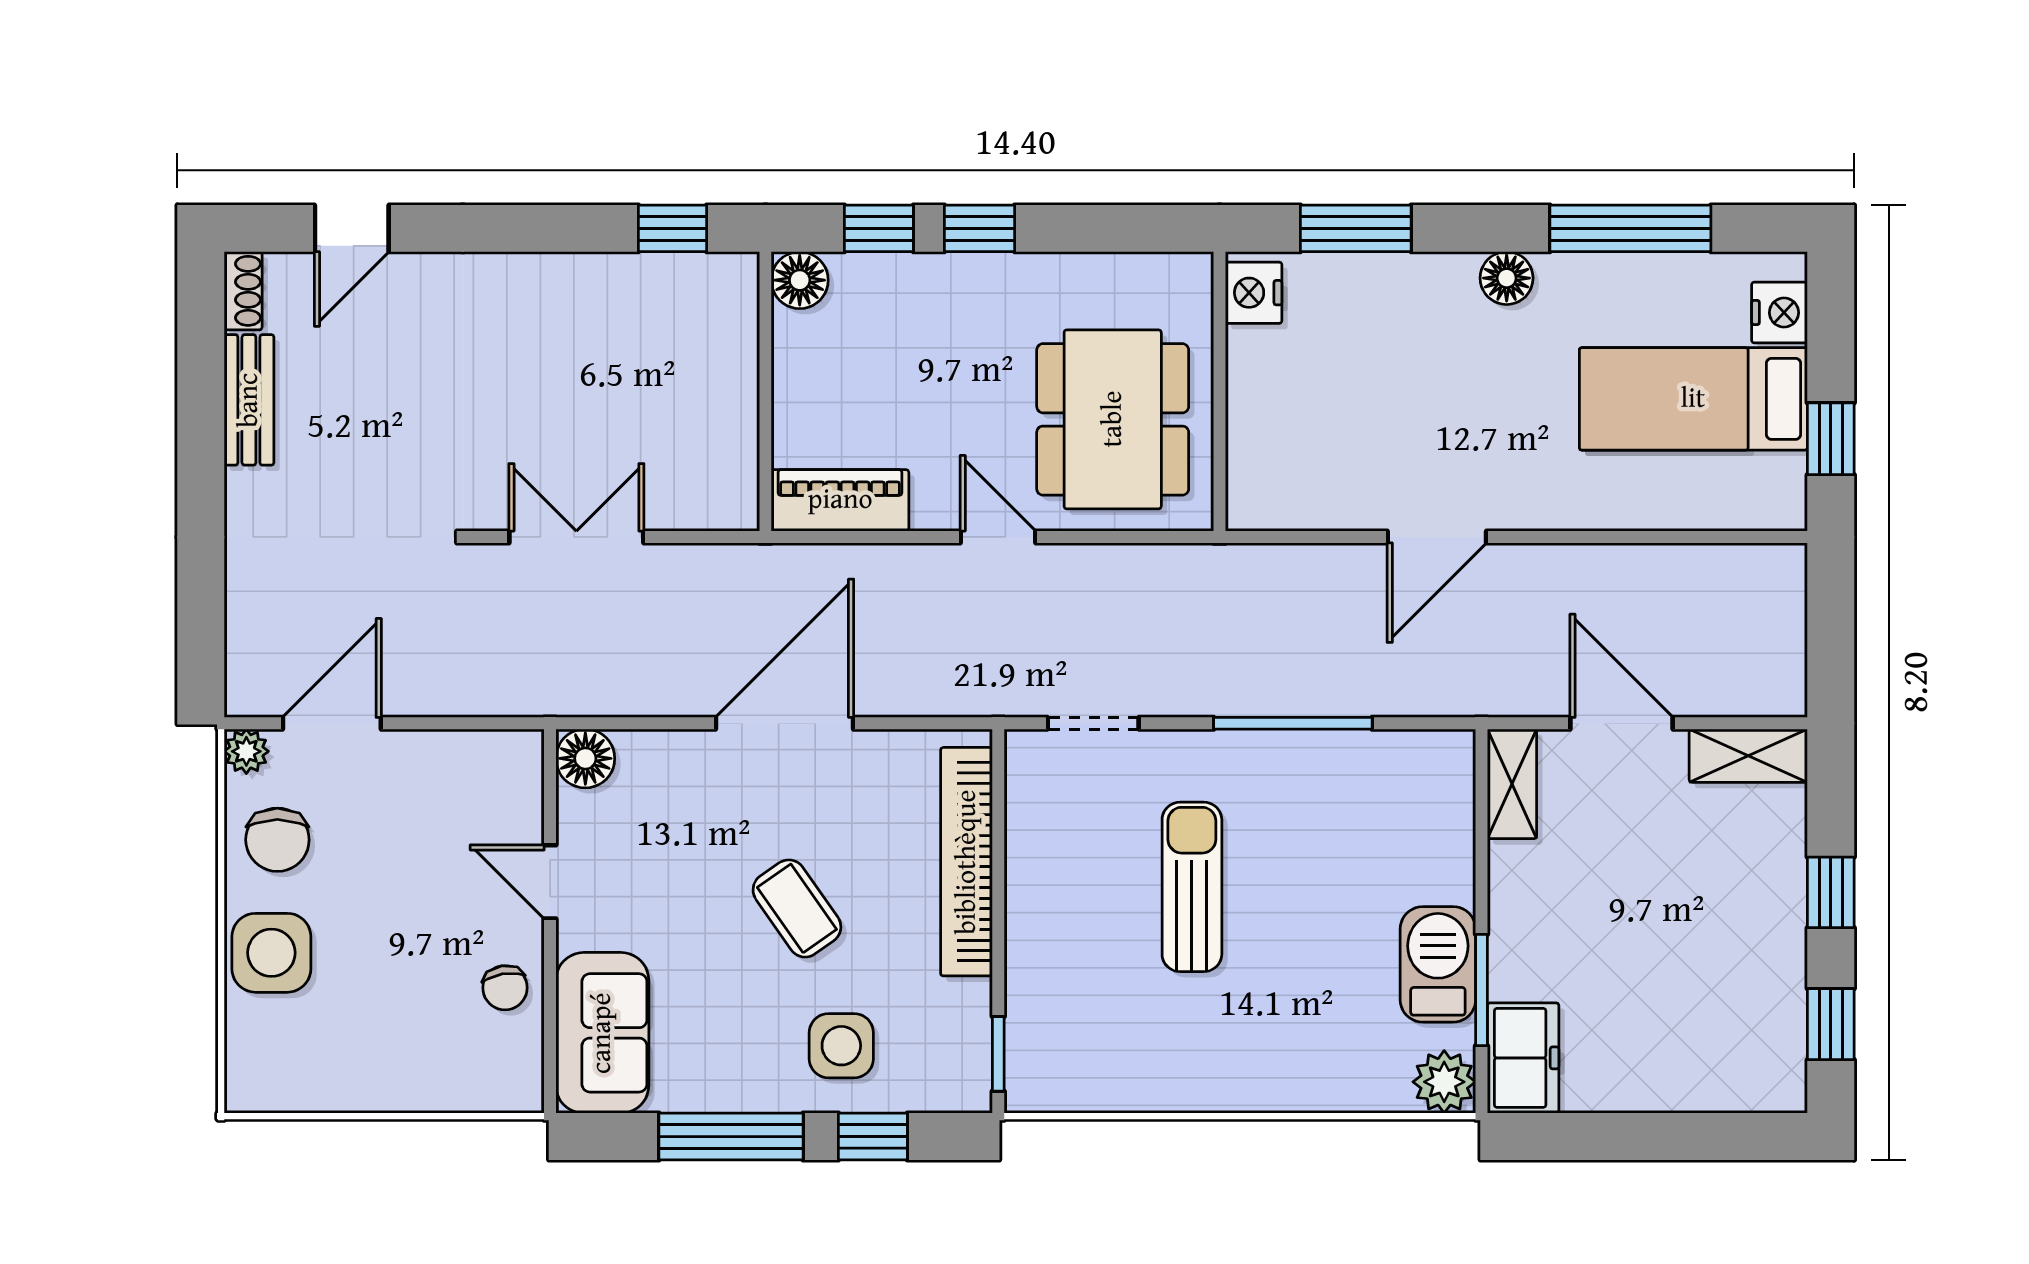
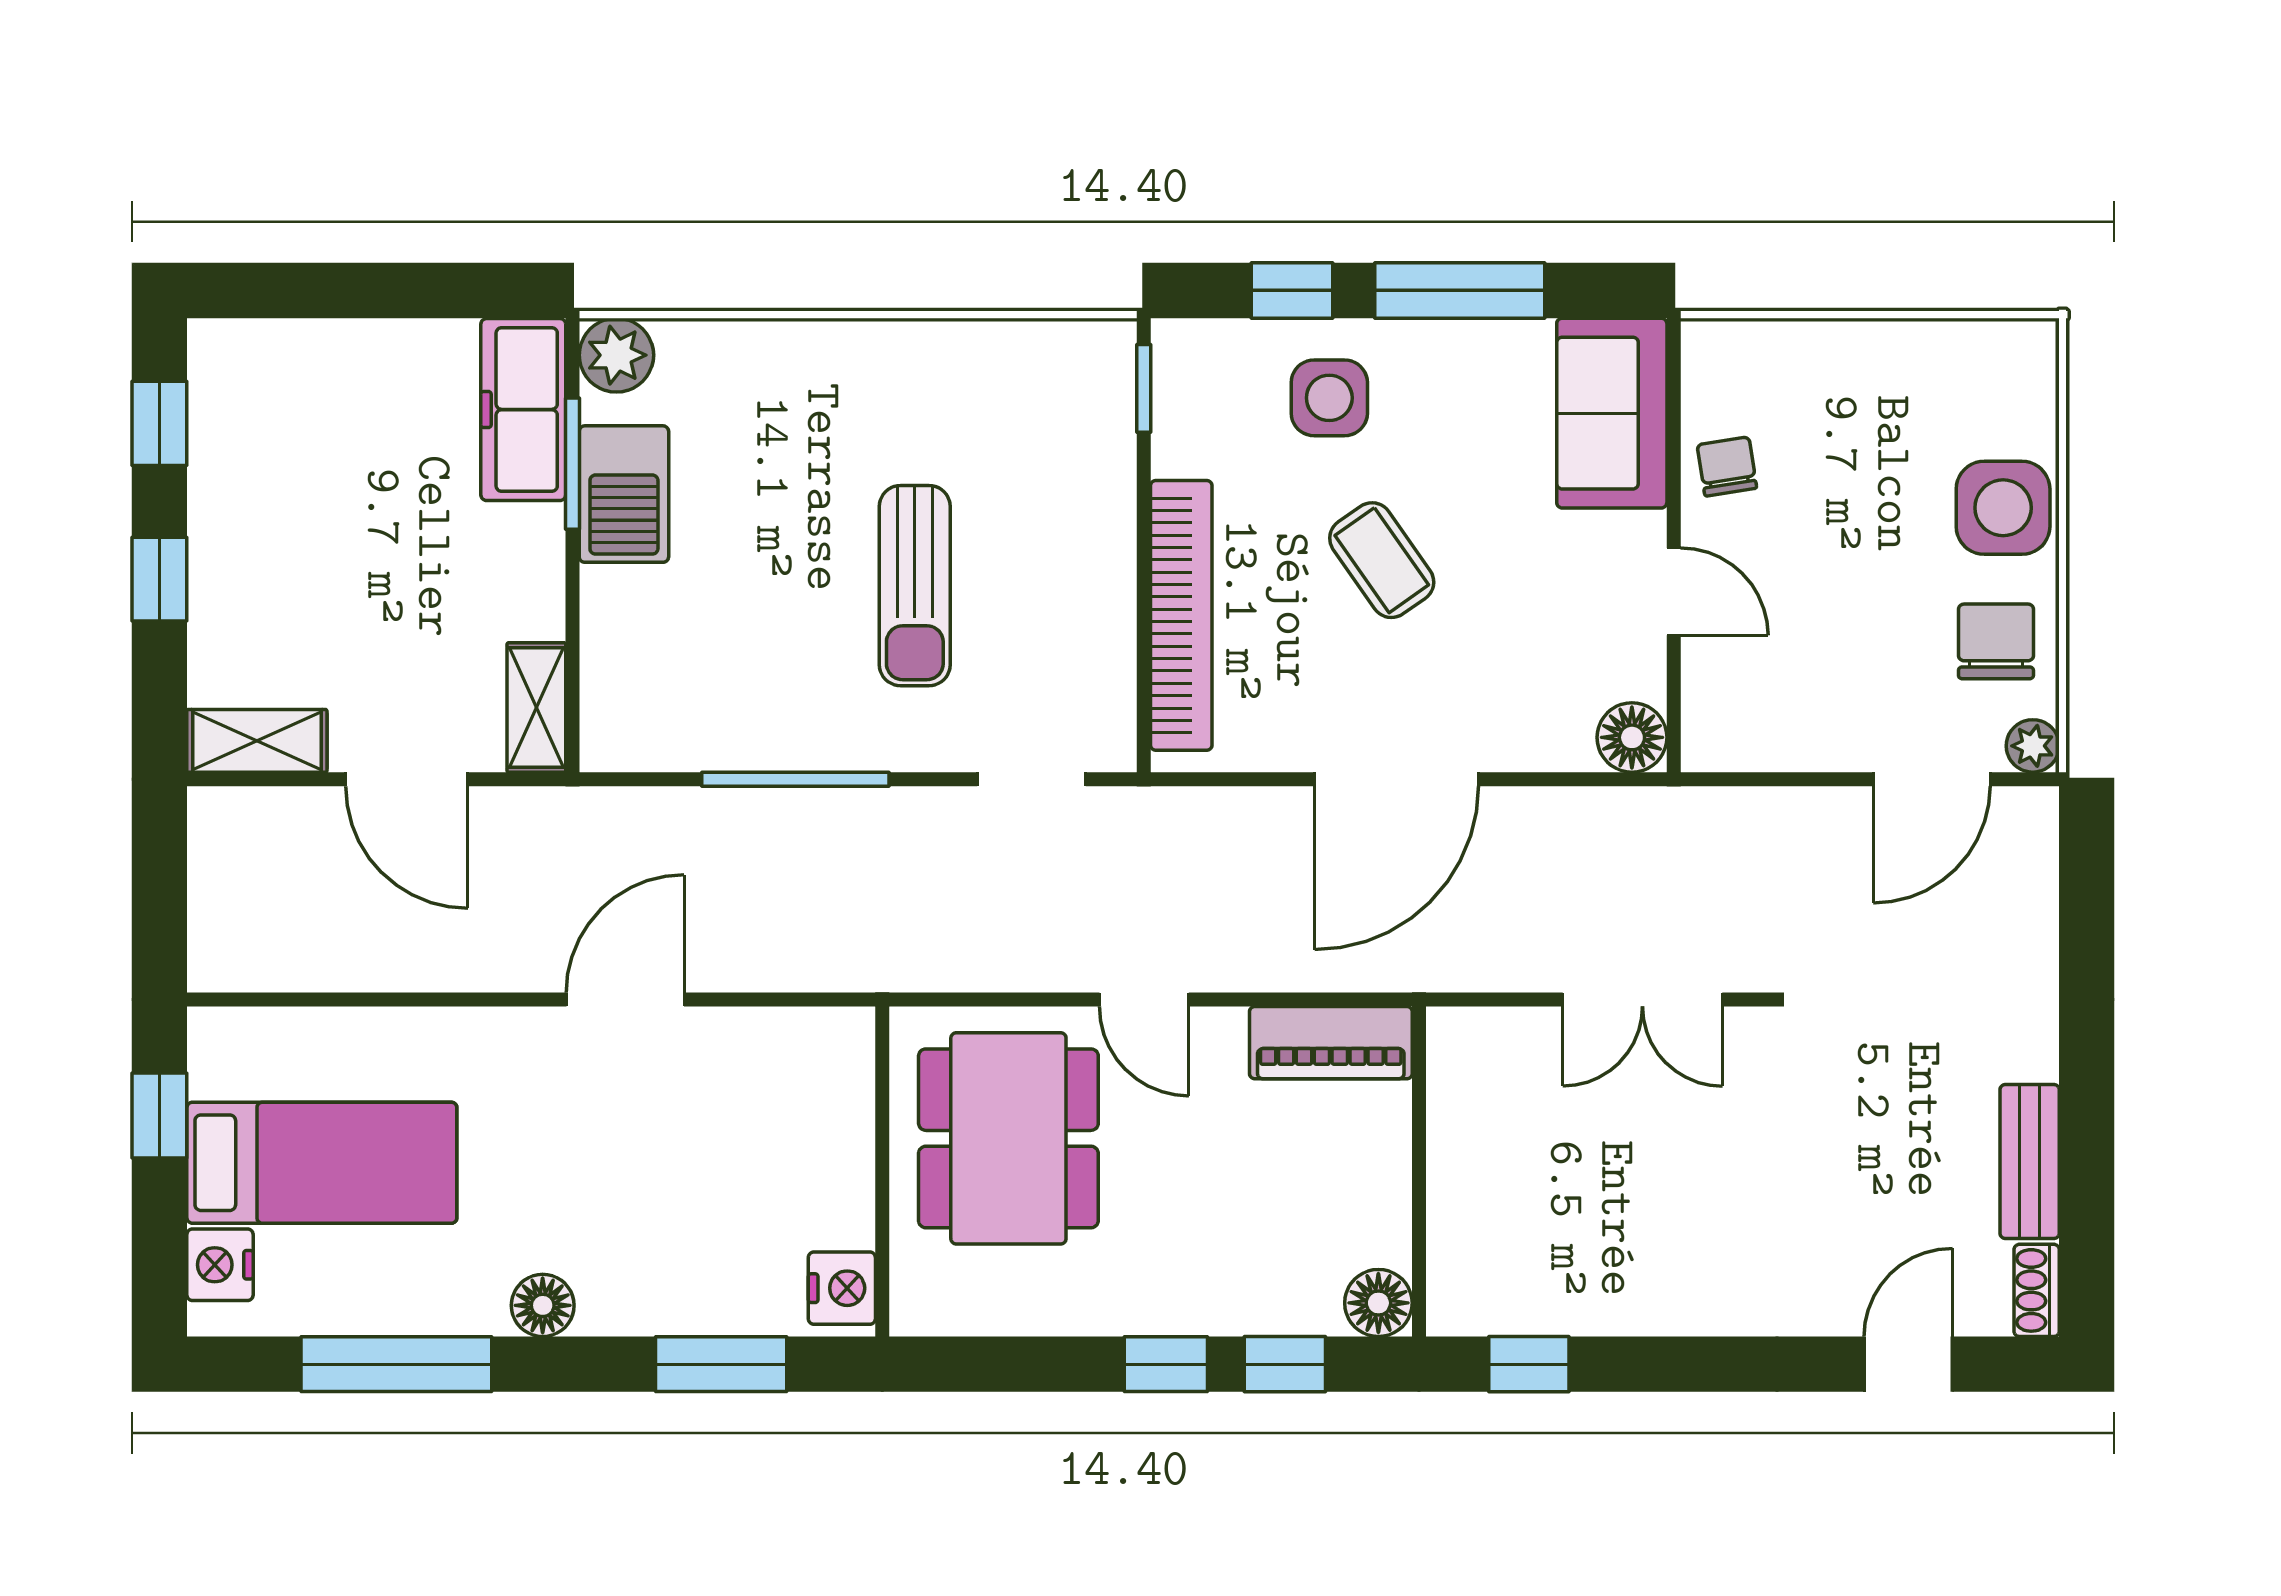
freezer: (1523, 1058) -> (523, 410), width x1.40

